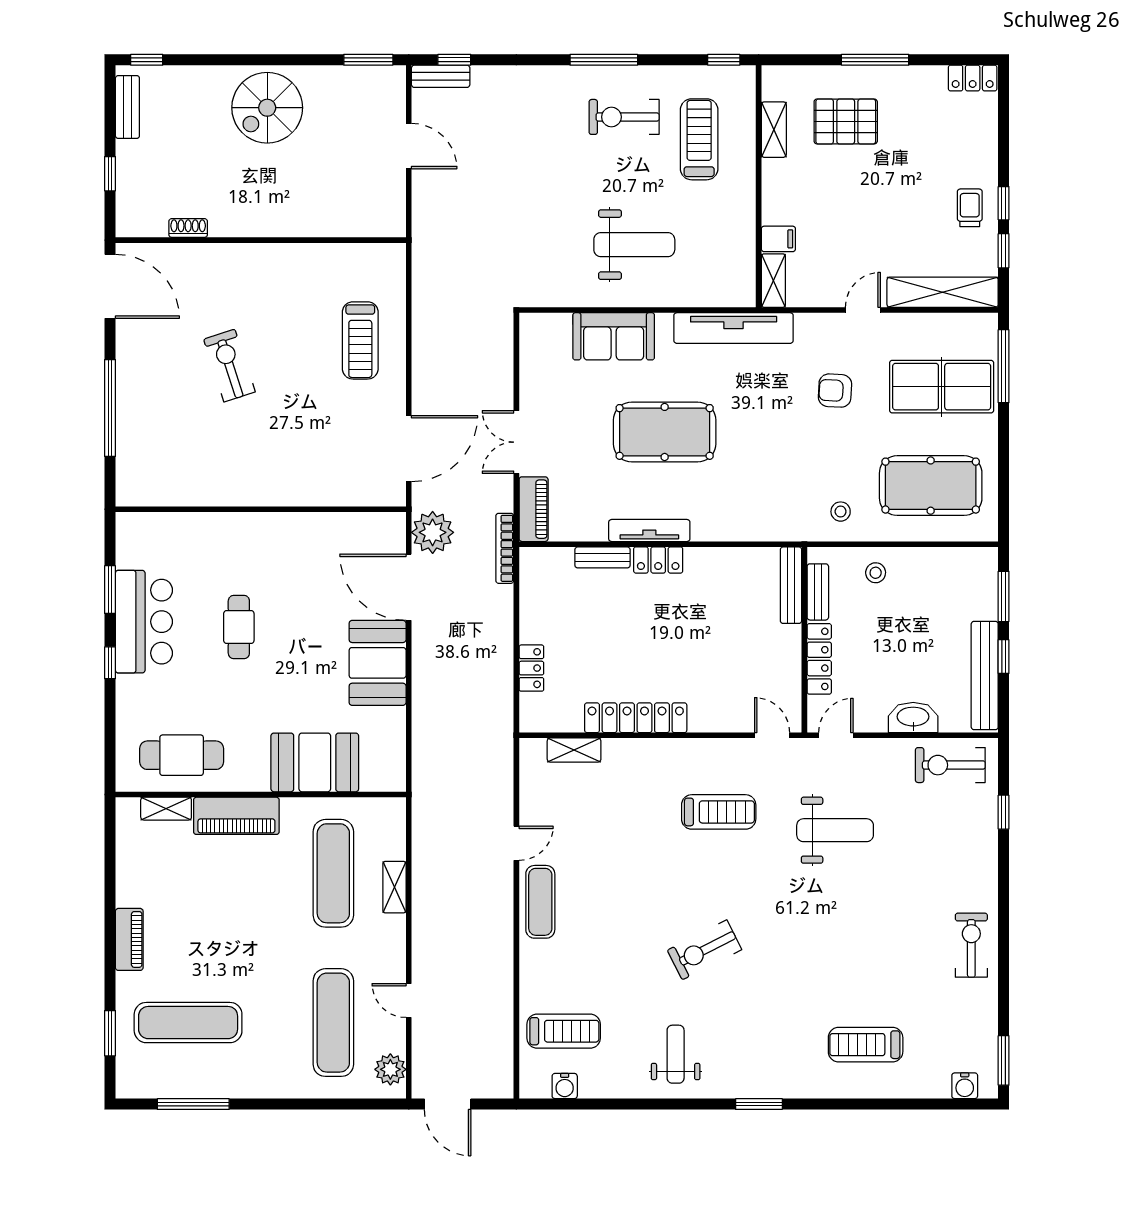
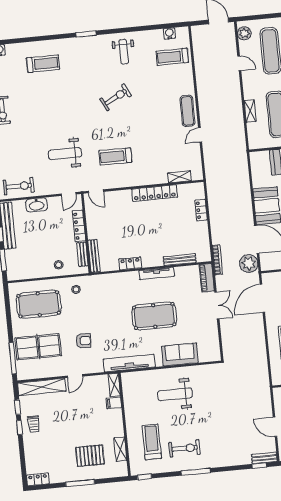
treadmill: (699, 139) -> (152, 442), turned 180
bench: (602, 557) -> (180, 260), width x1.36
locker: (658, 560) -> (130, 263), moved

